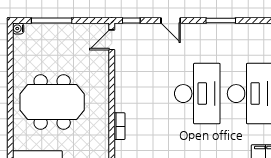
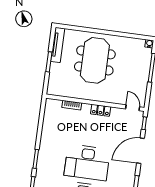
door: (171, 21) -> (140, 151), width x1.88
locker: (121, 84) -> (101, 110), added

